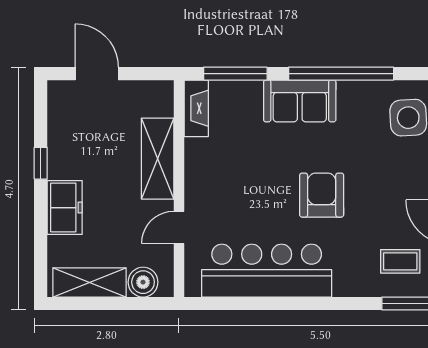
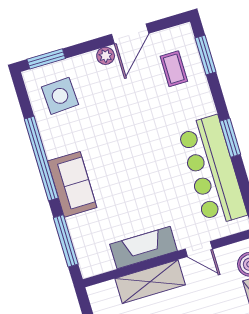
fireplace: (196, 108) -> (144, 248), moved, width x1.37, depth x1.32
armchair: (322, 195) -> (140, 145), removed
window: (299, 304) -> (230, 138), added

